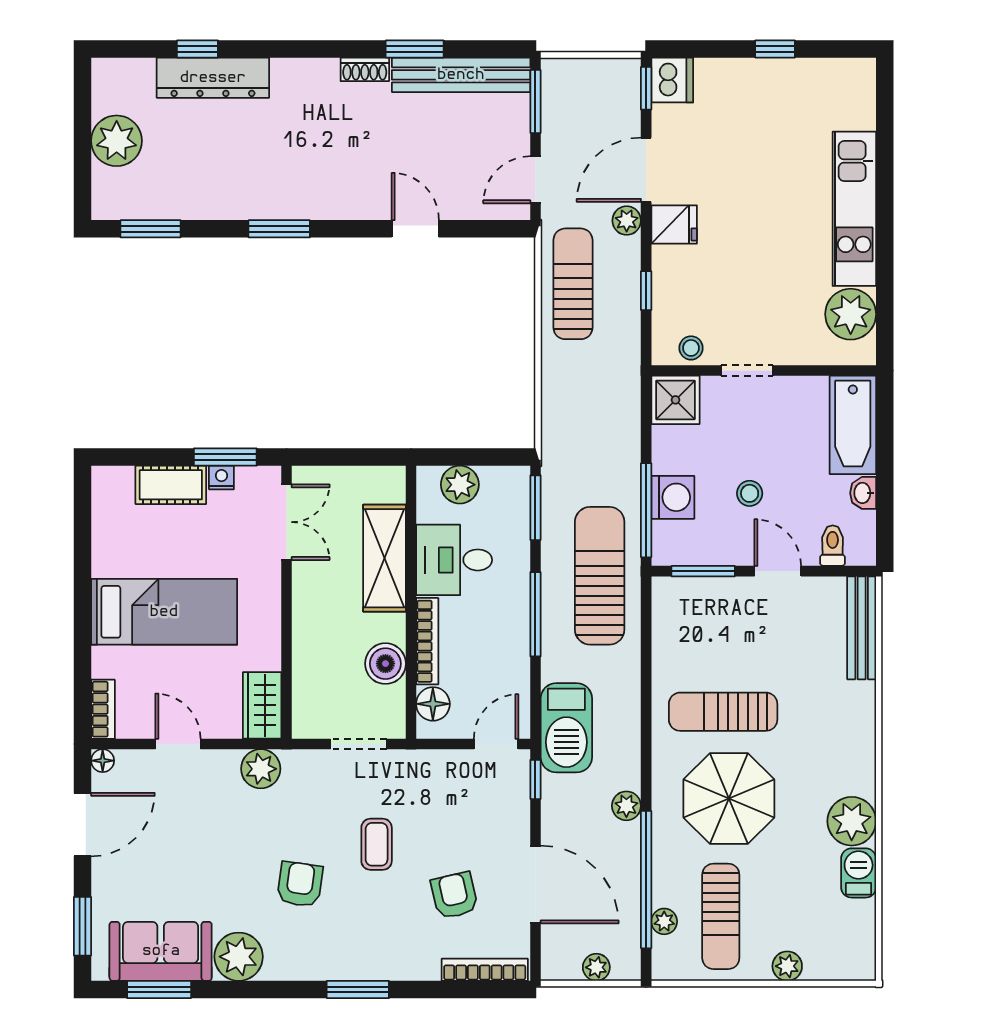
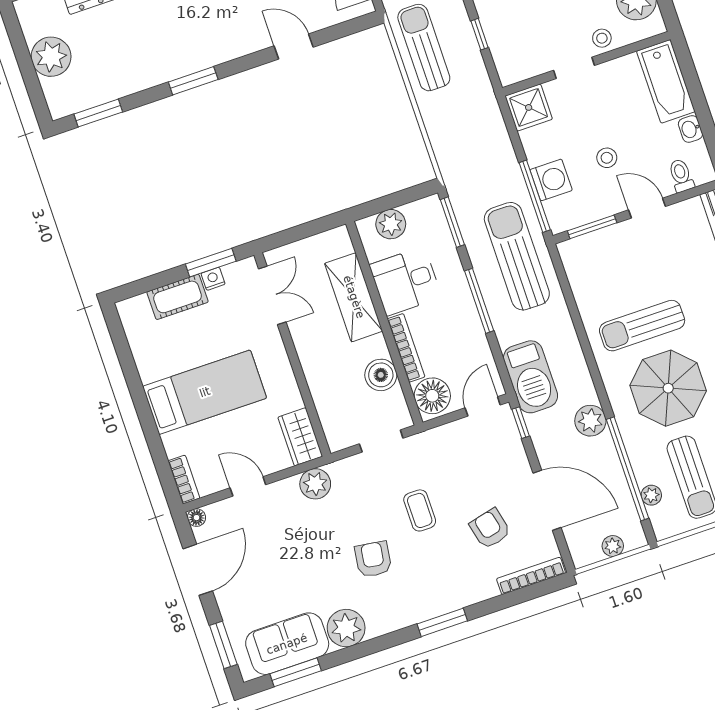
stool: (691, 348) -> (602, 38), moved
floor lamp: (433, 704) -> (432, 396), width x1.38, depth x1.38
plant: (626, 806) -> (590, 421), width x1.38, depth x1.38

